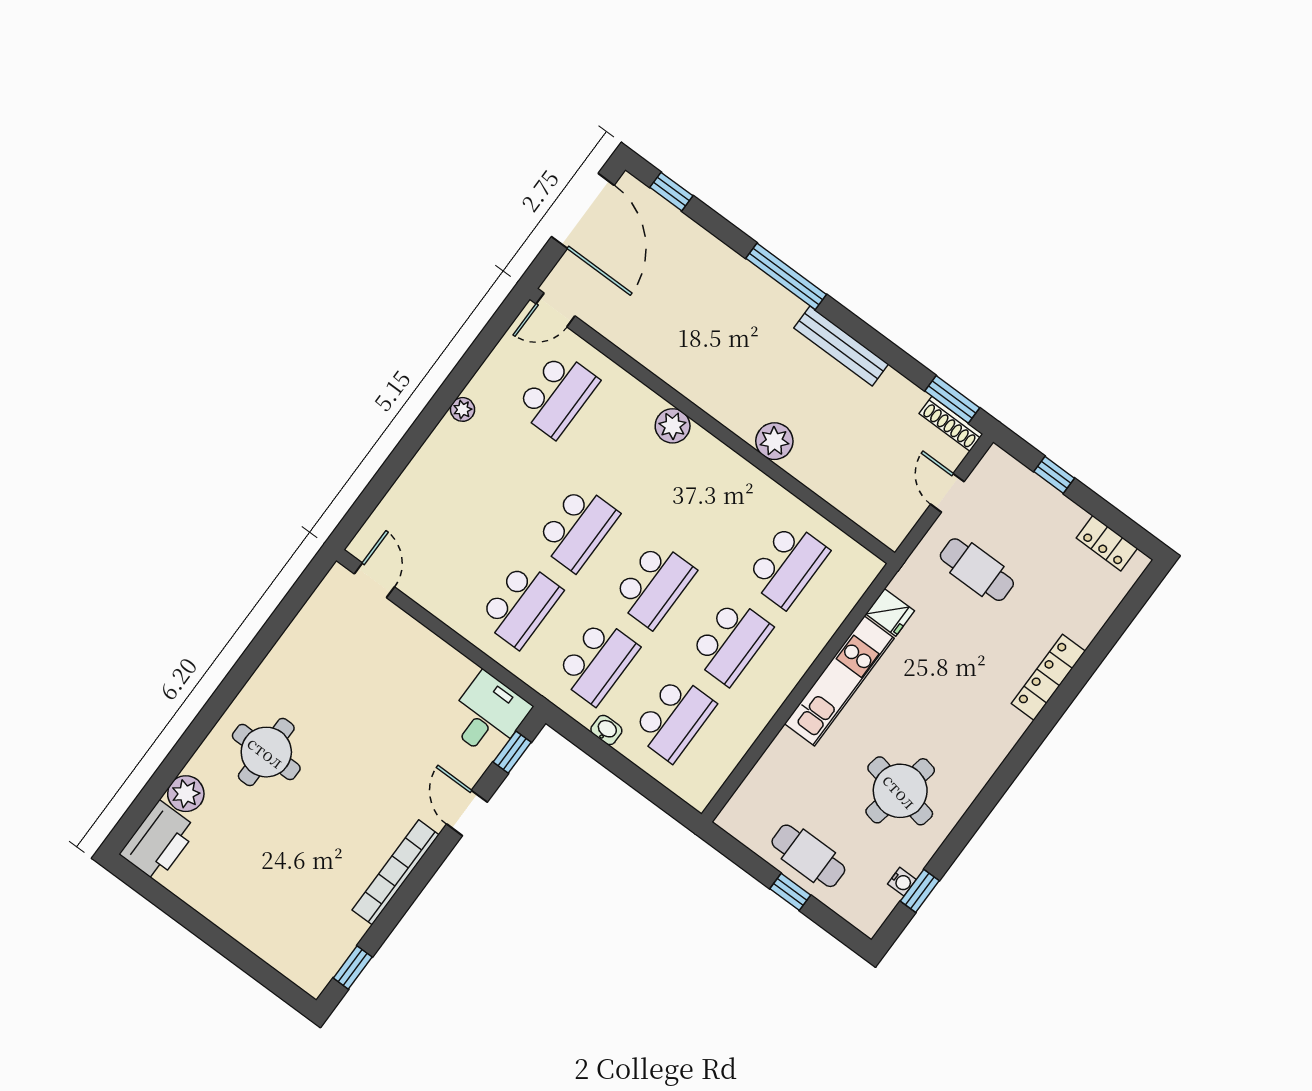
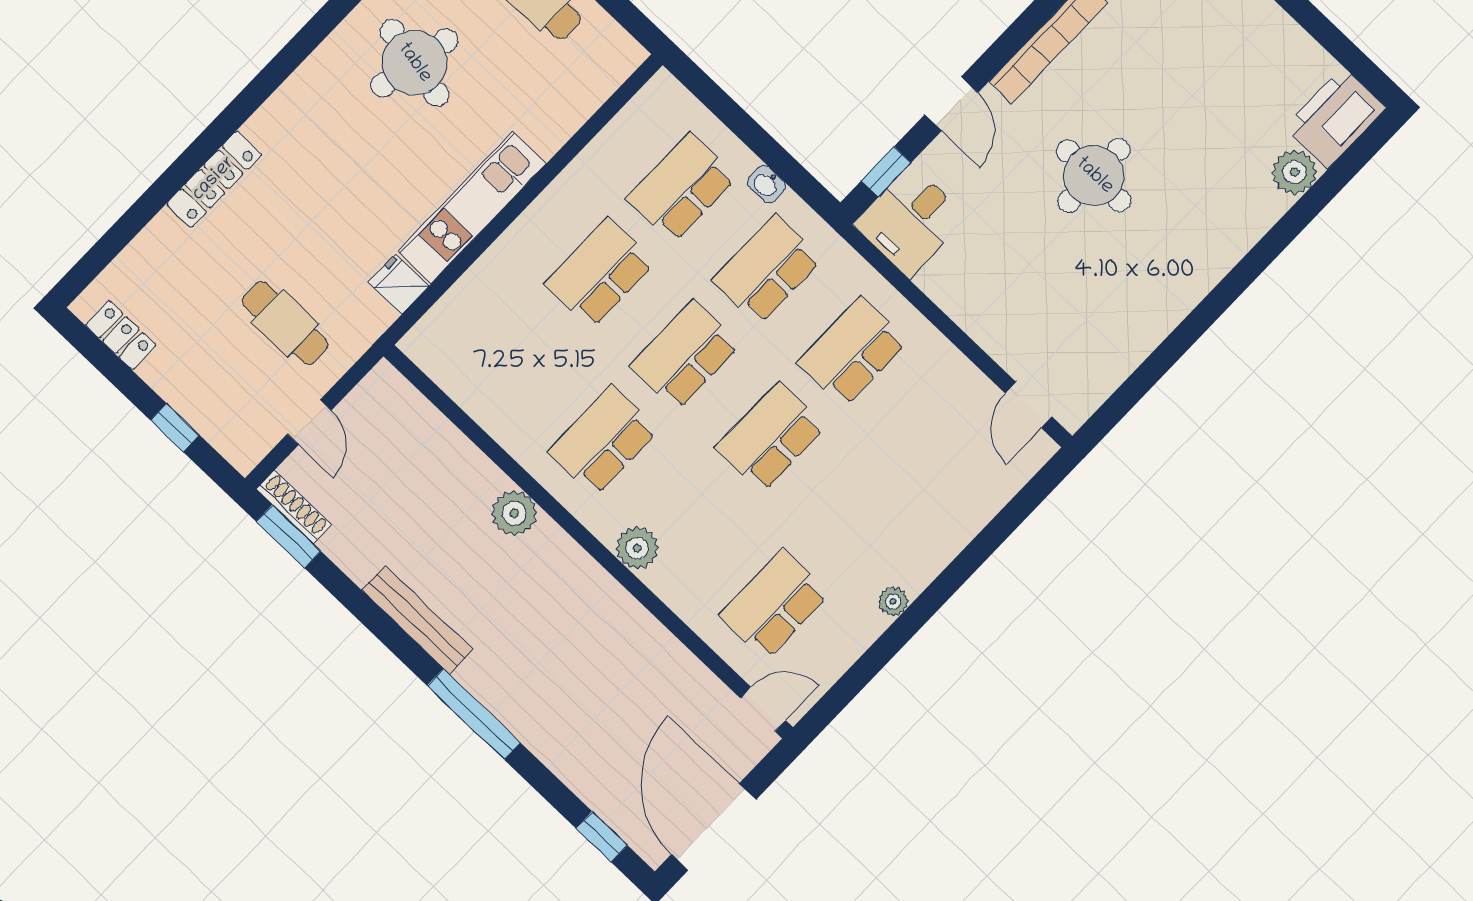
school desk: (787, 565) -> (603, 441), moved
round table: (266, 752) -> (1094, 176), moved

